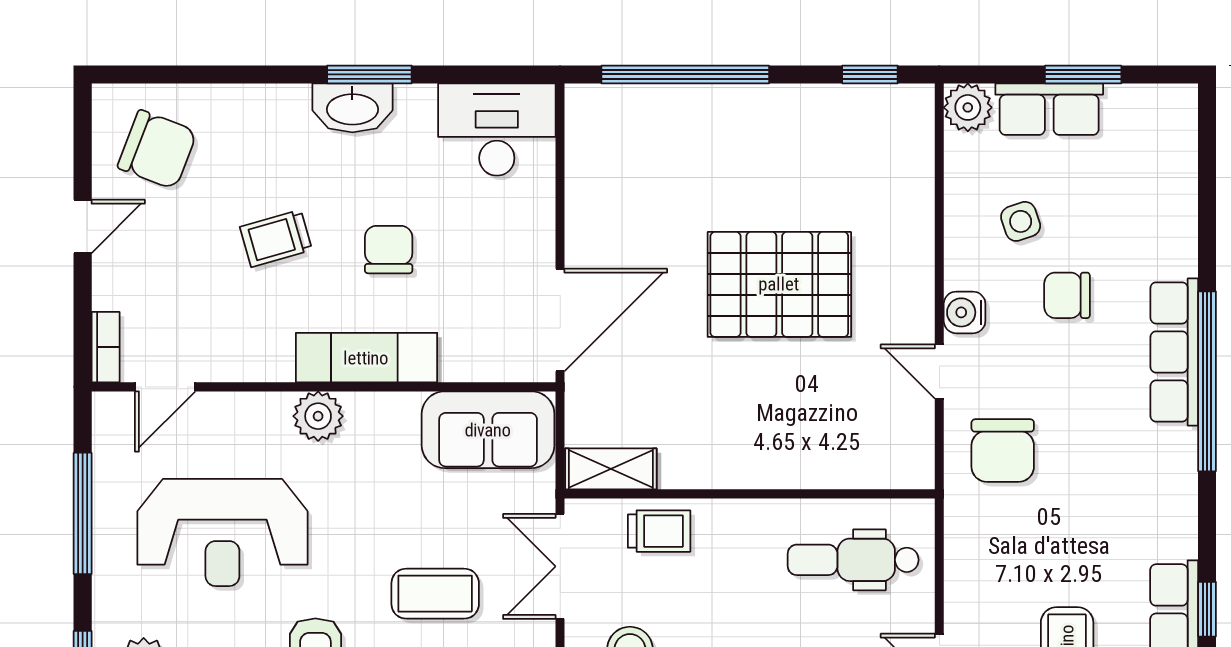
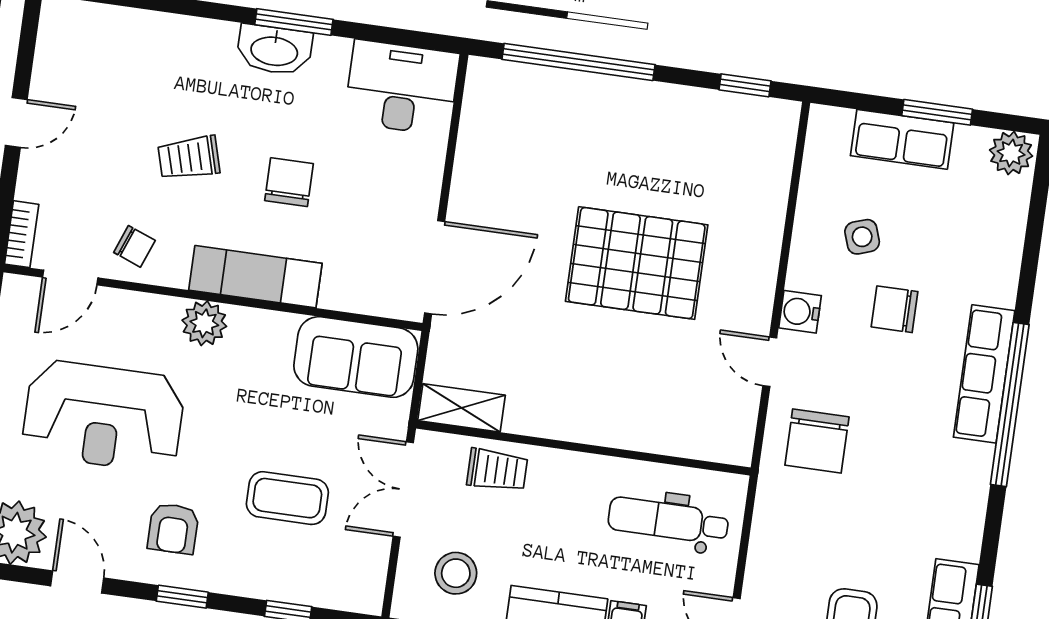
plant: (968, 107) -> (1011, 153), moved
chair: (157, 150) -> (134, 246), moved, width x0.54, depth x0.54

